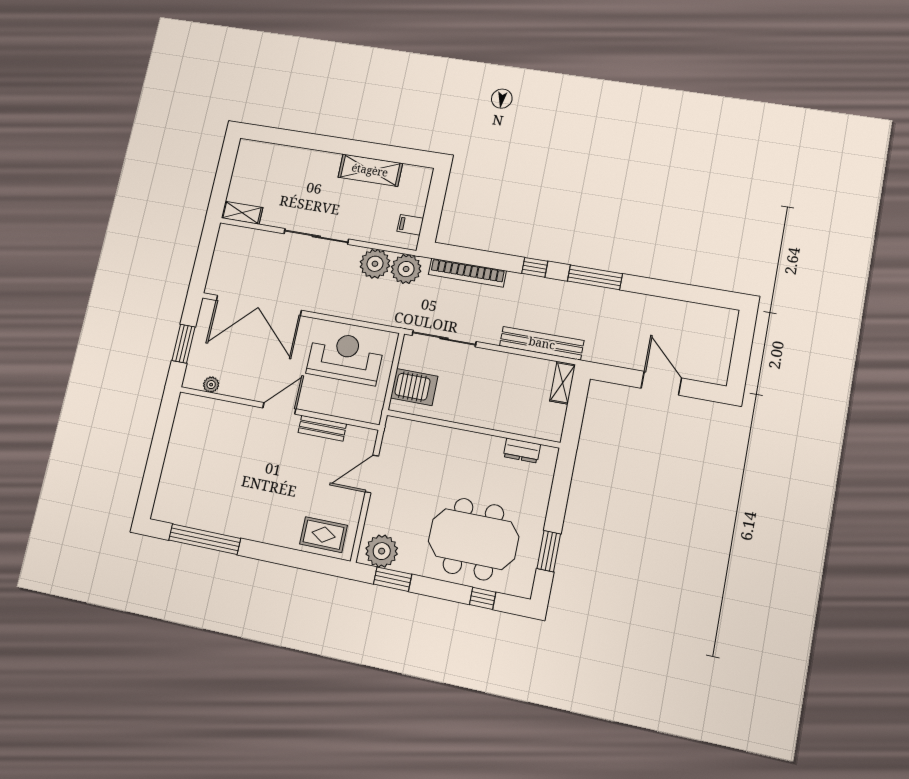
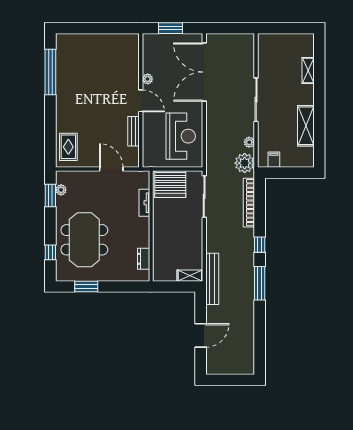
shelving: (242, 213) -> (308, 70), moved
plant: (375, 264) -> (249, 142), width x0.53, depth x0.53
bench: (542, 343) -> (212, 279), moved
plant: (211, 385) -> (148, 79), moved
server rack: (414, 387) -> (170, 184), width x1.60
tv unit: (435, 432) -> (144, 203), added
plant: (382, 551) -> (61, 190), width x0.53, depth x0.53

